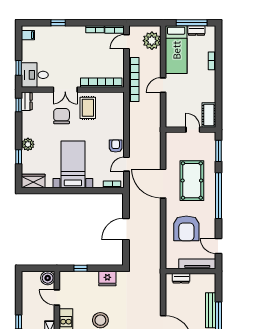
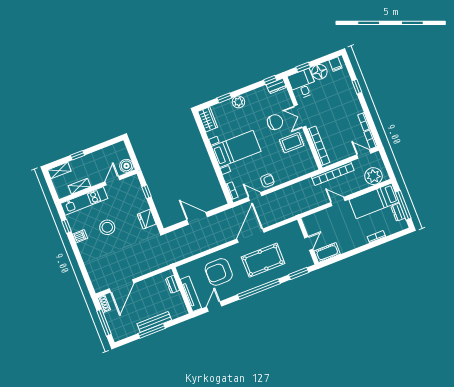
floor lamp: (29, 54) -> (319, 72), added

